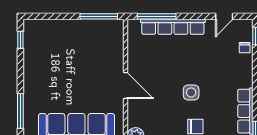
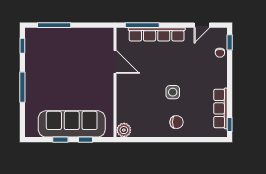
window: (99, 16) -> (54, 25), moved
door: (126, 86) -> (115, 62), moved
window: (20, 111) -> (22, 87), moved

